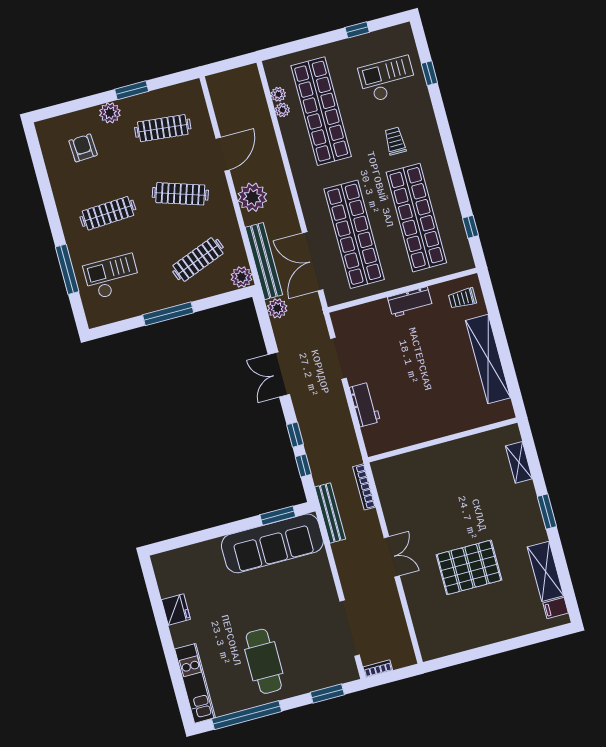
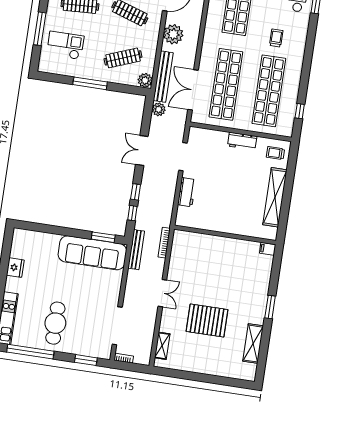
shelving: (519, 462) -> (162, 346), moved
filing cabinet: (556, 608) -> (268, 249), moved

